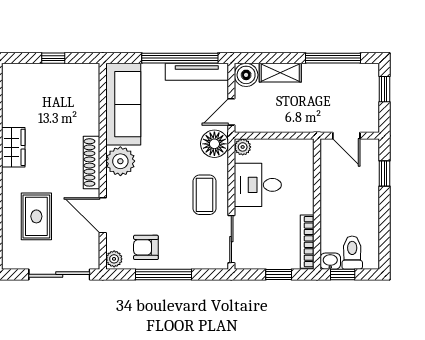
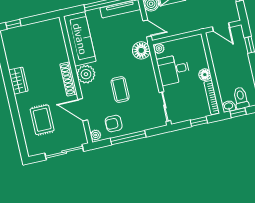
window: (53, 58) -> (13, 24), moved
door: (231, 112) -> (147, 28), swing flipped
coffee table: (204, 195) -> (120, 90), moved
floor lamp: (305, 204) -> (205, 75), added

